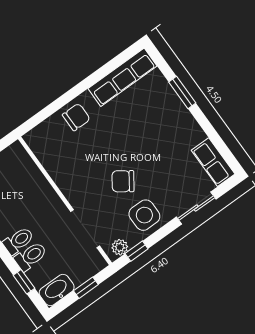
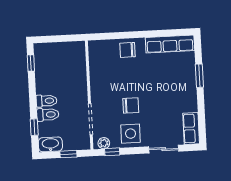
chair: (76, 117) -> (128, 50), turned 180
chair: (123, 181) -> (131, 105), turned 145

